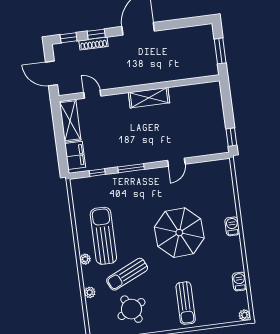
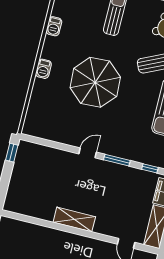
door: (176, 162) -> (88, 153), moved
barbecue: (239, 282) -> (54, 26), moved

